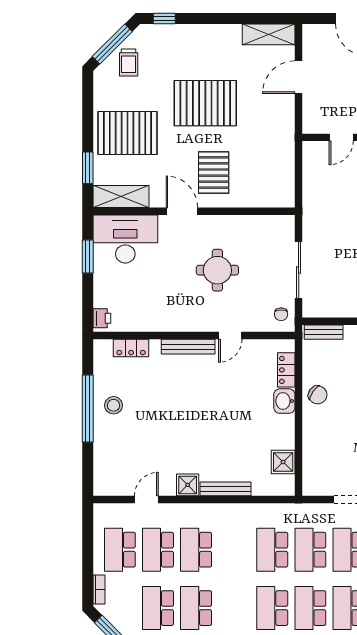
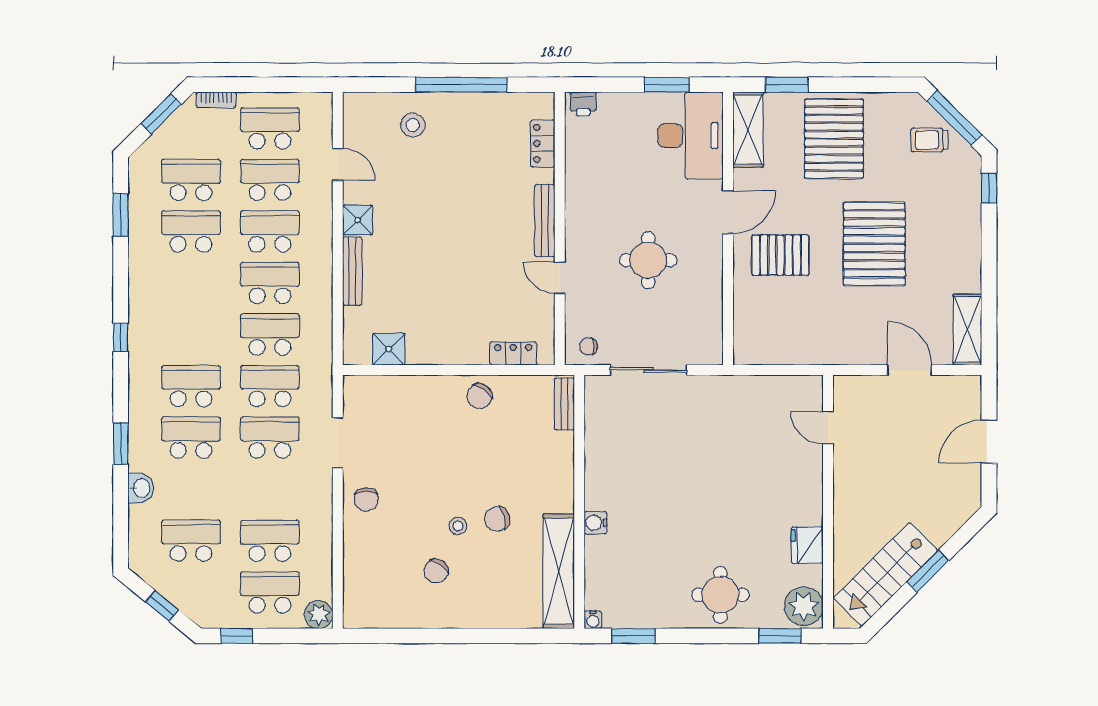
washbasin: (284, 401) -> (471, 351), removed
stool: (114, 405) -> (413, 125), moved
school desk: (272, 608) -> (270, 283), moved

